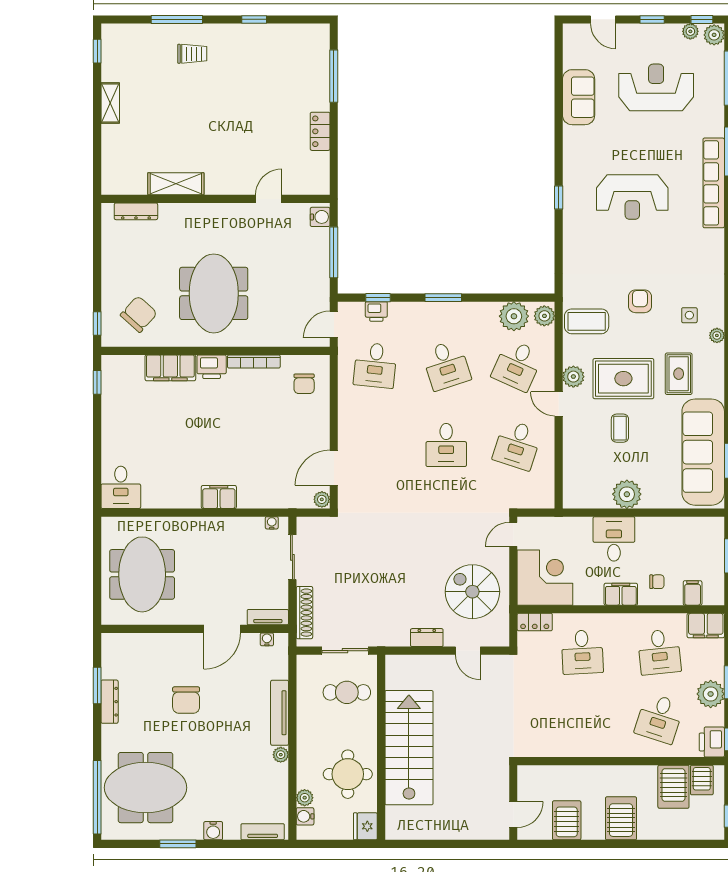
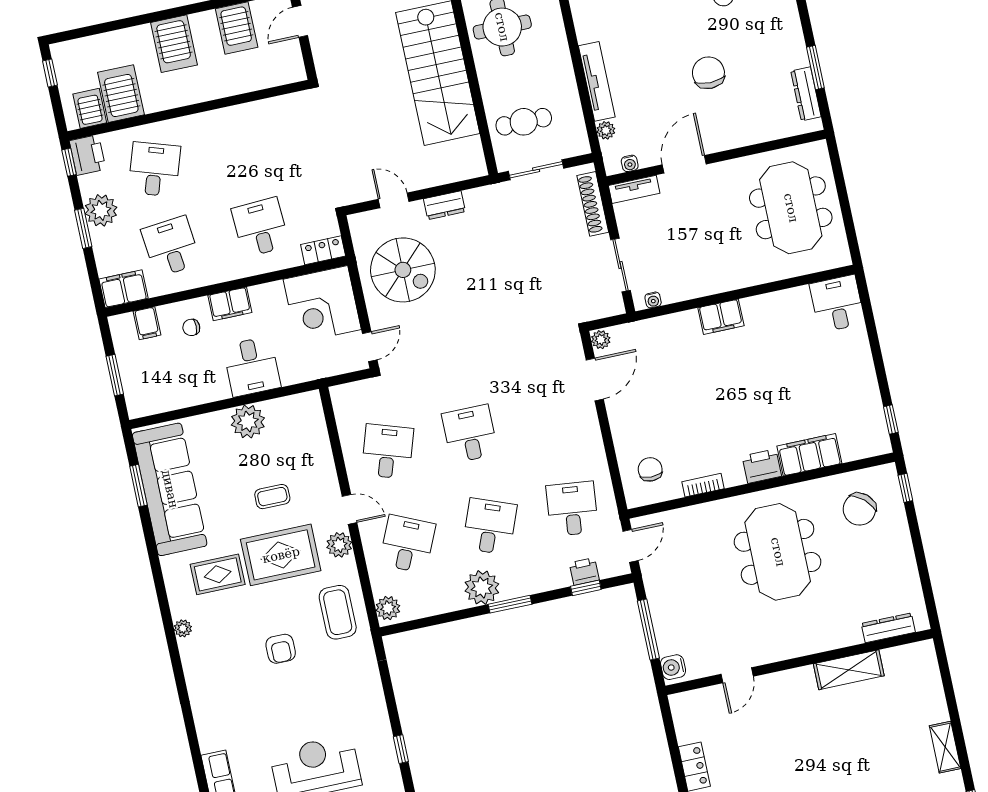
side table: (689, 315) -> (220, 645), removed
plant: (514, 316) -> (482, 588), moved
coffee table: (587, 321) -> (338, 612), turned 90
bookcase: (254, 361) -> (703, 485), width x0.64
desk: (446, 365) -> (490, 526), turned 39
rug: (679, 374) -> (218, 574), turned 90
coffee table: (620, 428) -> (272, 497), turned 90
dresser: (110, 702) -> (806, 94), moved
plant: (281, 755) -> (606, 130), moved

